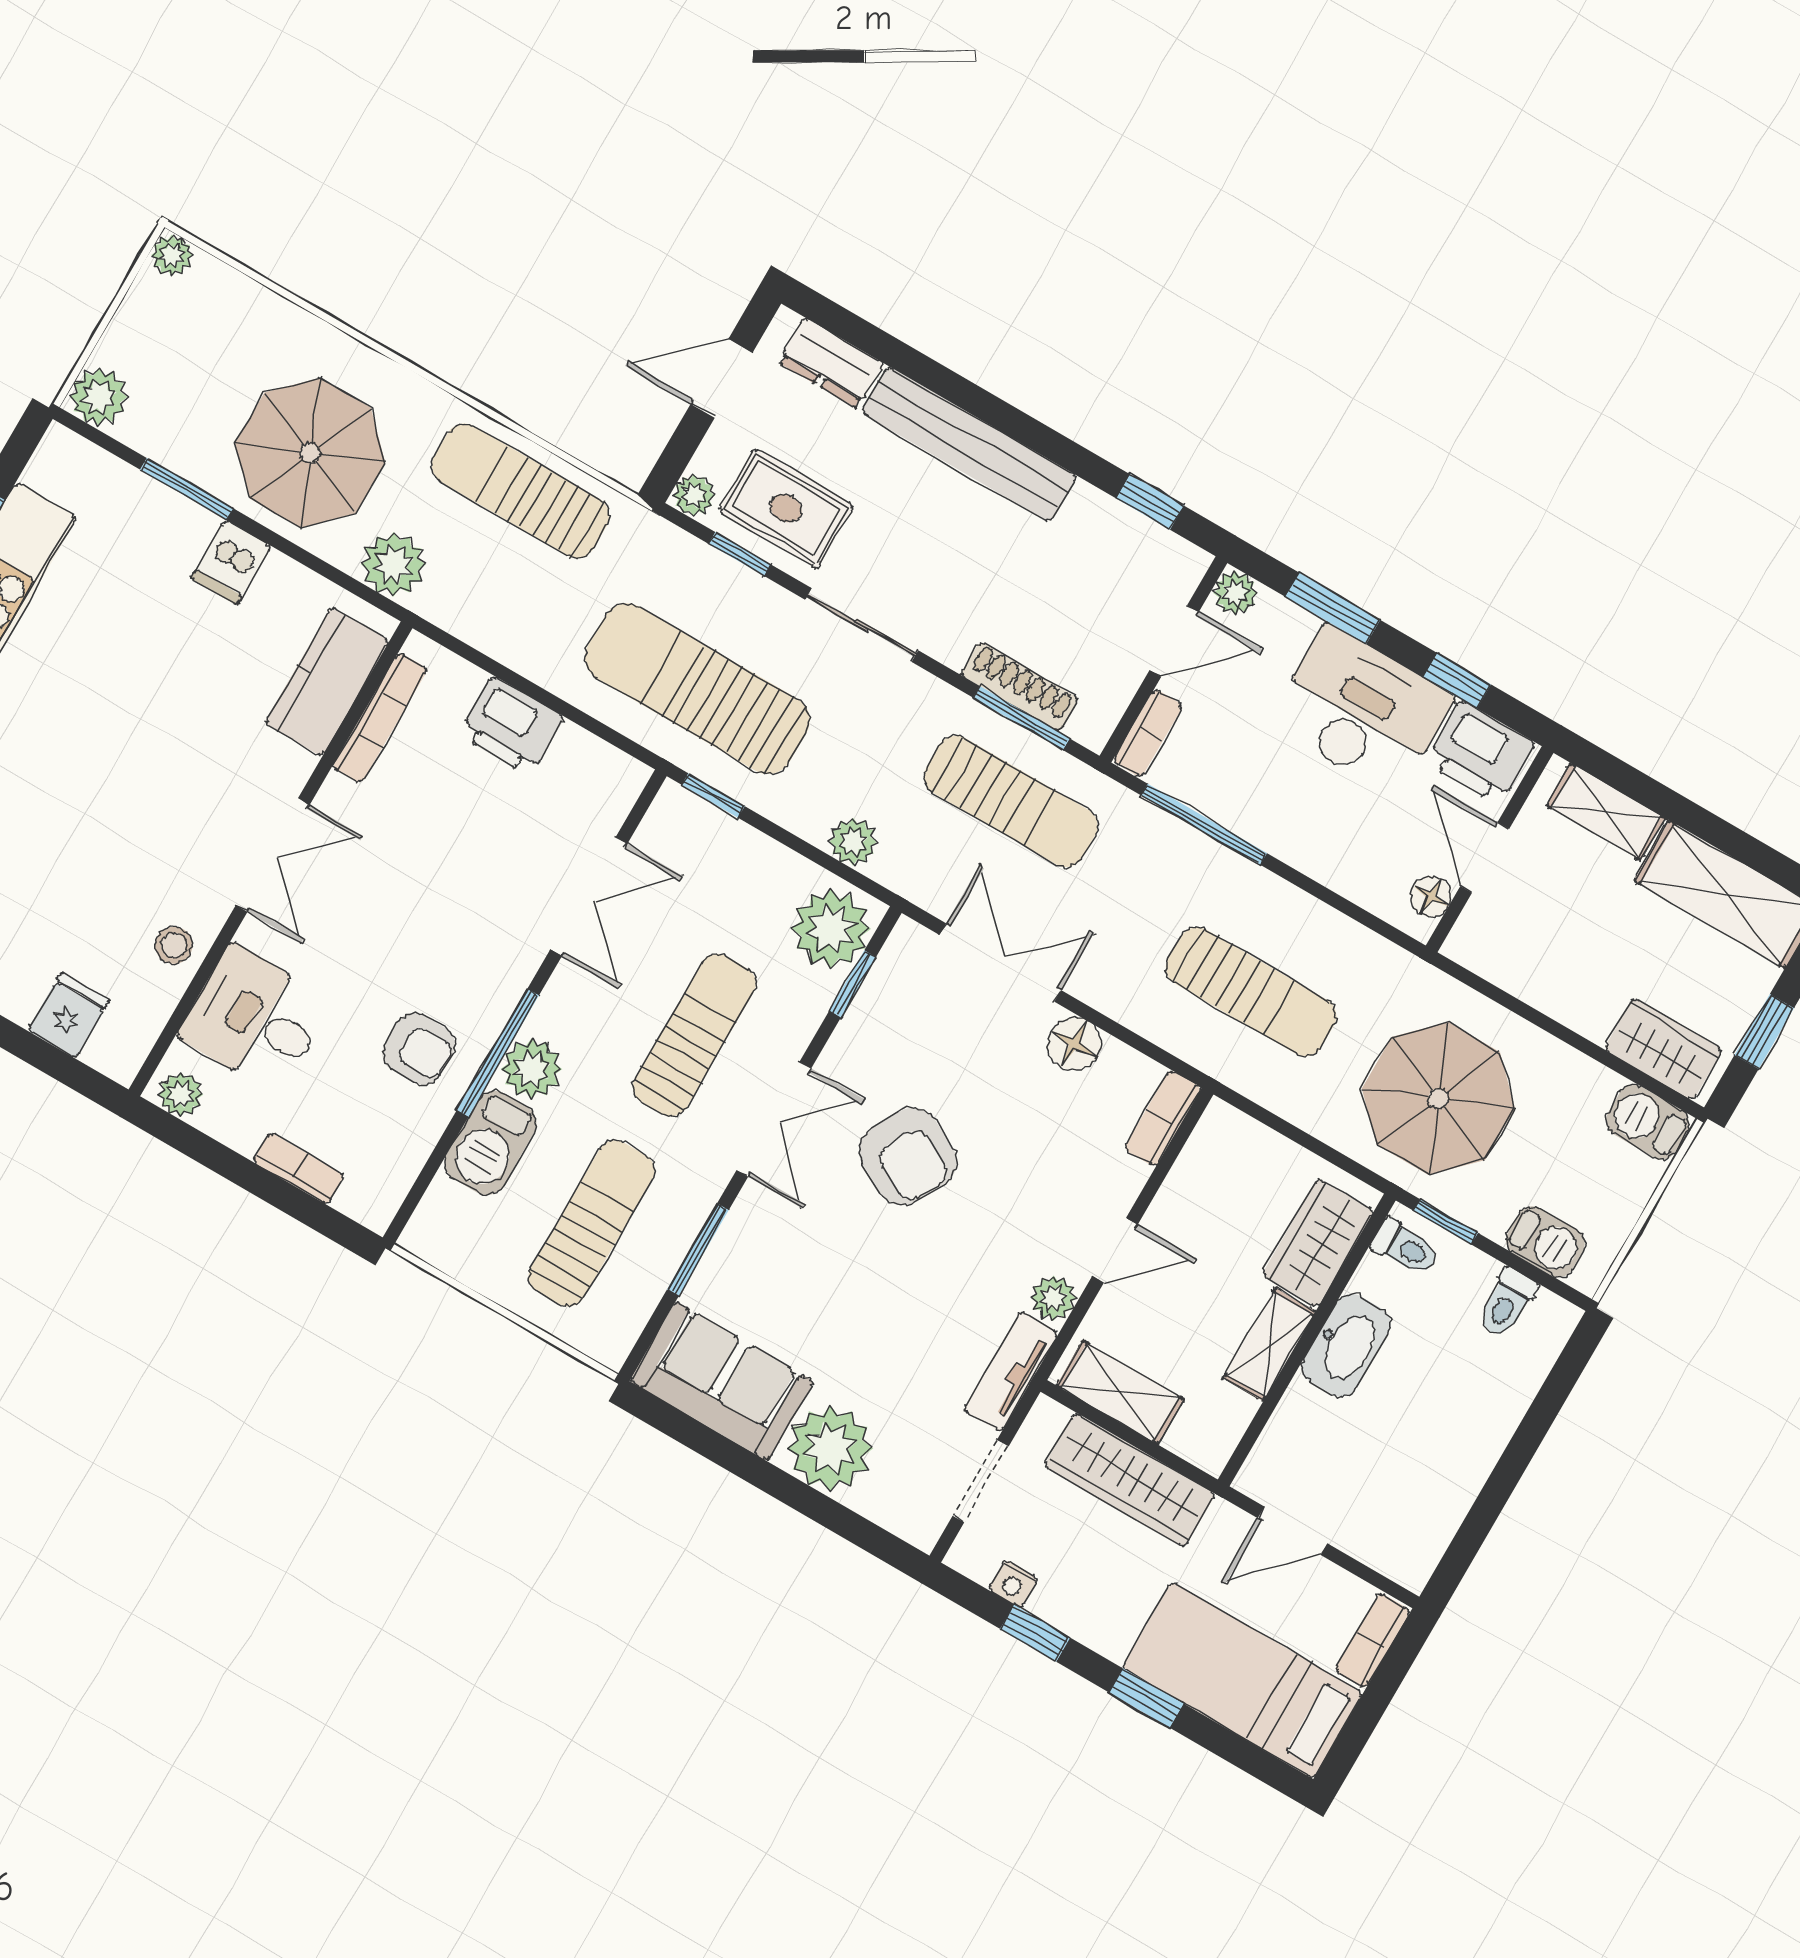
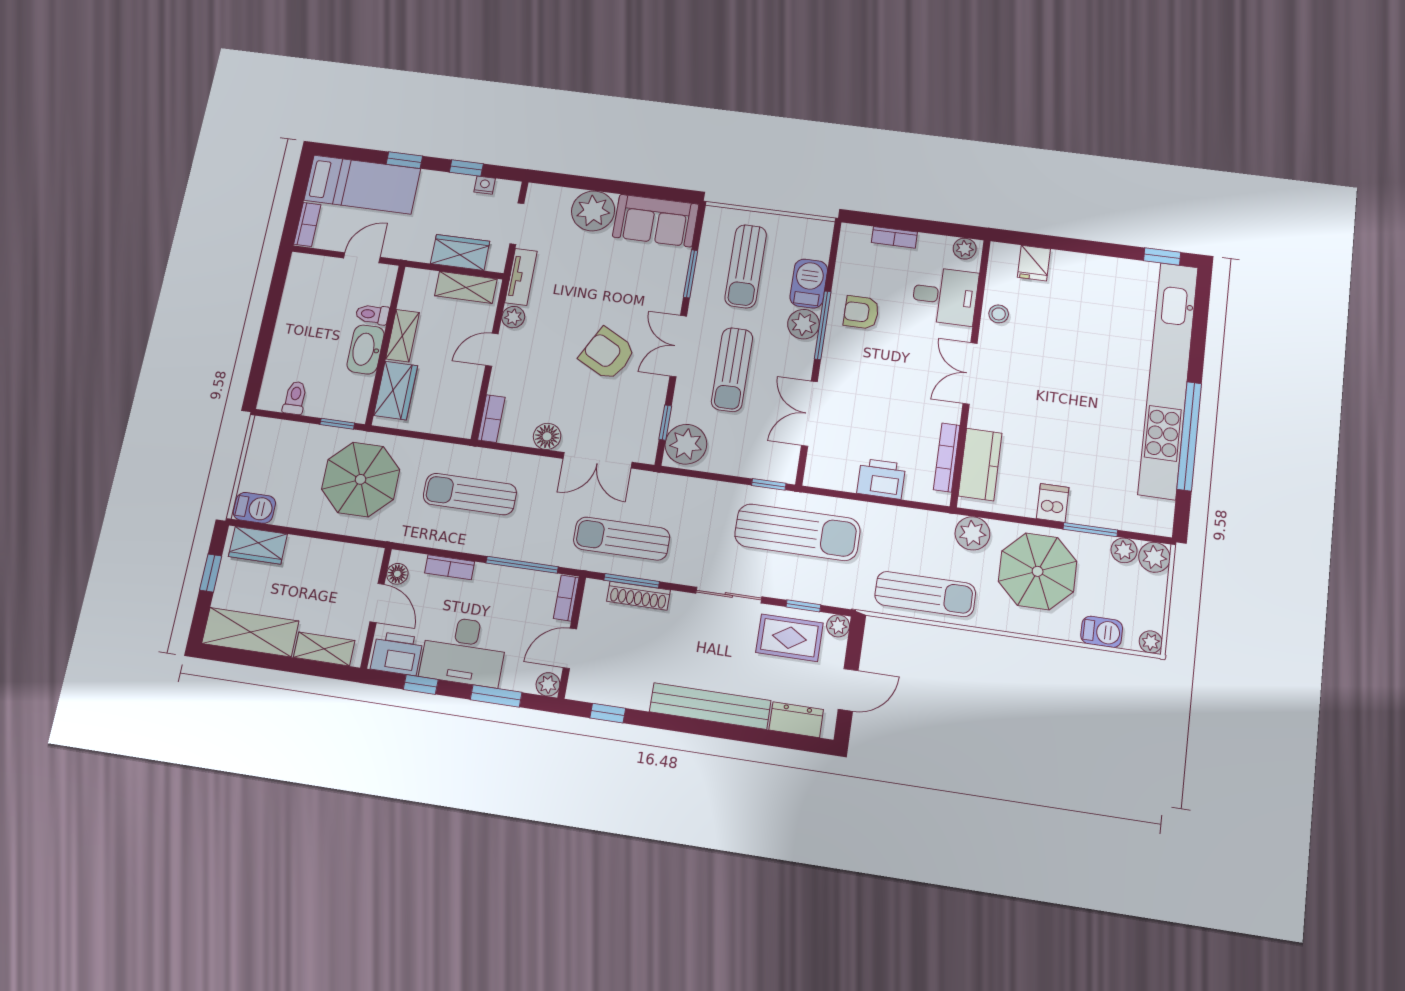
plant: (853, 842) -> (1124, 550), moved
bookcase: (1334, 871) -> (450, 567), added
barbecue: (1545, 1242) -> (1102, 632), moved, turned 180
toilet: (1405, 1247) -> (372, 314), moved
wardrobe: (1130, 1480) -> (460, 252), width x0.67

